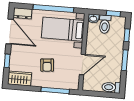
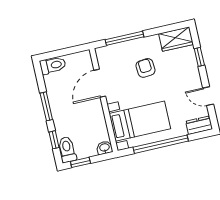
toilet: (105, 24) -> (67, 149), moved
door: (10, 32) -> (208, 96), width x0.53

